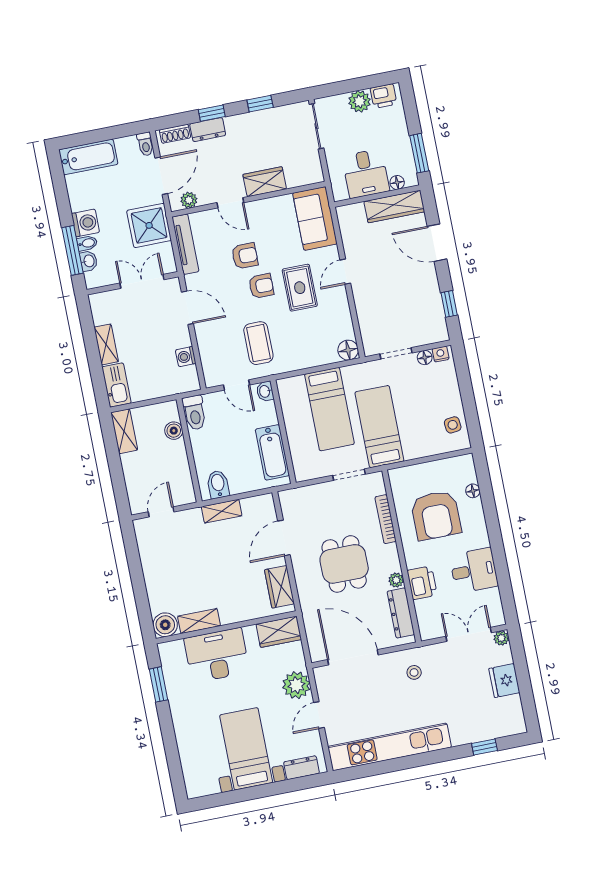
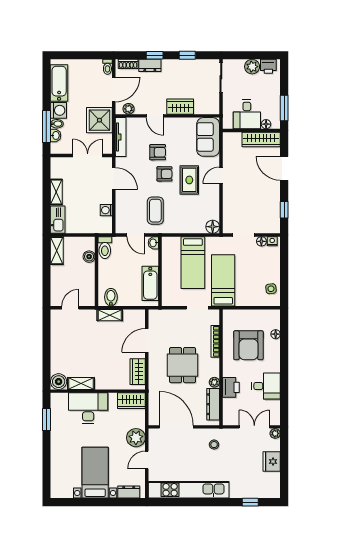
bathtub: (88, 157) -> (59, 83), moved, turned -90

